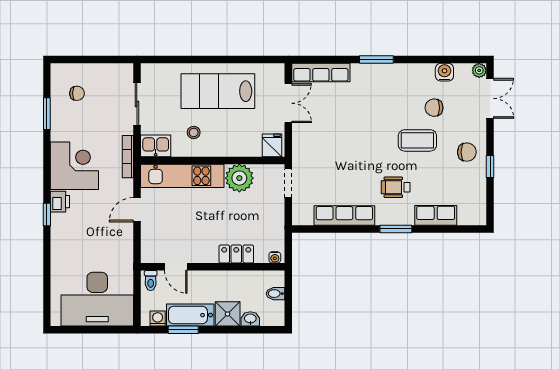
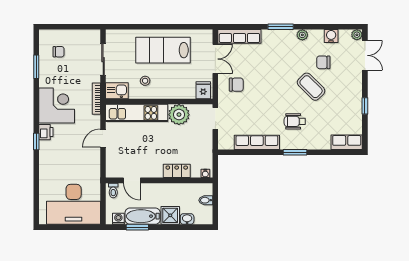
plant: (406, 71) -> (302, 35), added
coffee table: (417, 140) -> (311, 87), turned 45
chair: (467, 152) -> (236, 85), moved
row of seats: (436, 215) -> (347, 142), moved

